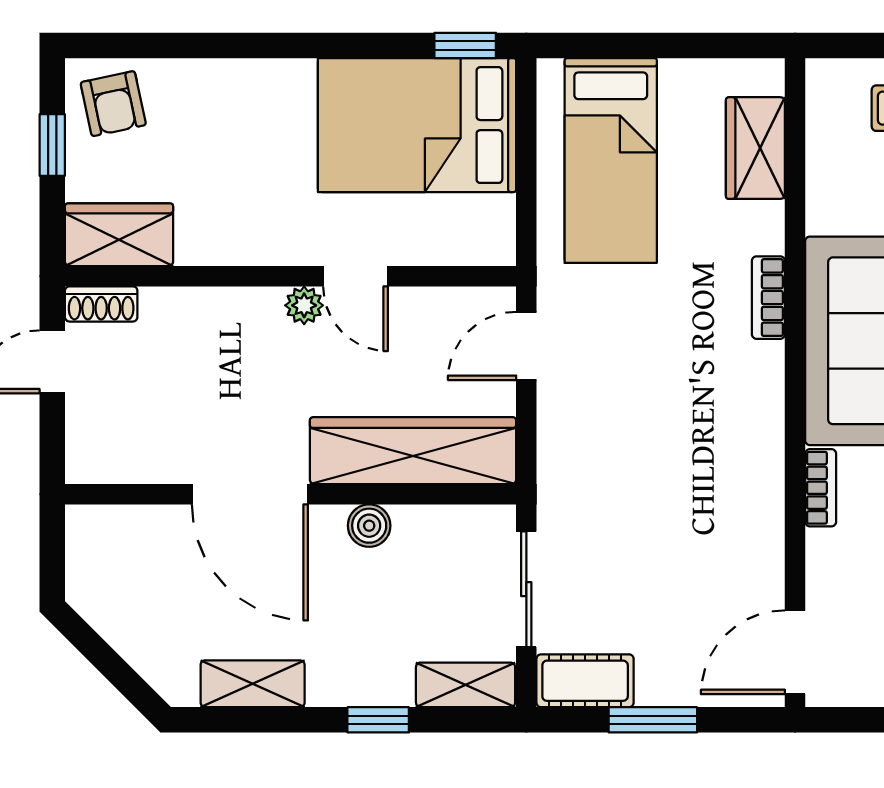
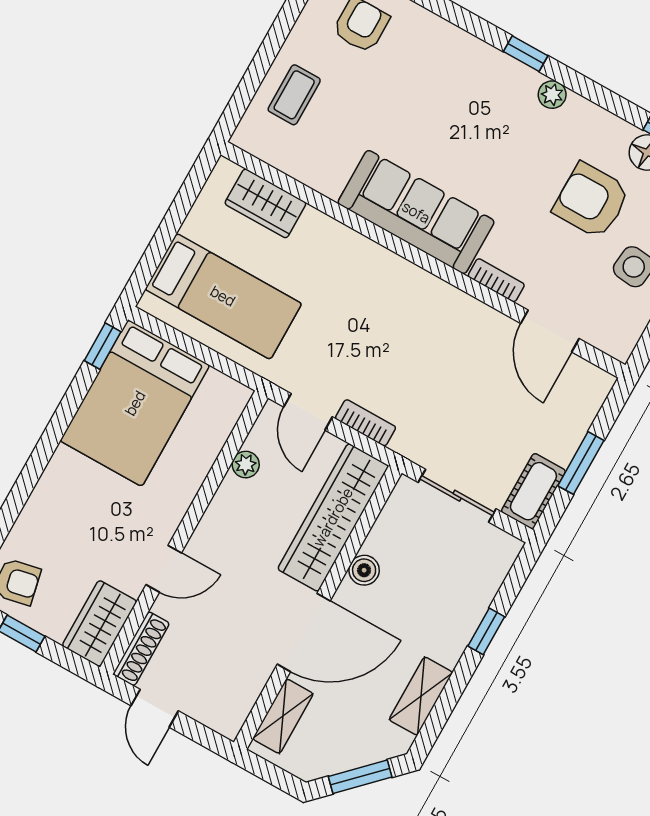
door: (356, 276) -> (164, 569), moved
bookcase: (768, 298) -> (365, 423), moved, turned 180
shoe rack: (101, 304) -> (141, 649), width x1.43
plant: (304, 305) -> (246, 465), moved
door: (795, 652) -> (550, 331), moved
window: (110, 664) -> (360, 777), added
shelving: (466, 685) -> (283, 716), moved

